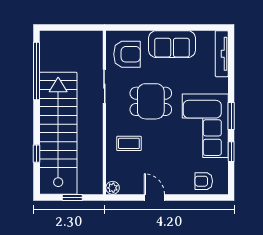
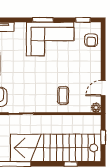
dining table: (151, 101) -> (32, 79), removed
window: (231, 152) -> (83, 20), moved
door: (154, 197) -> (103, 88), moved

